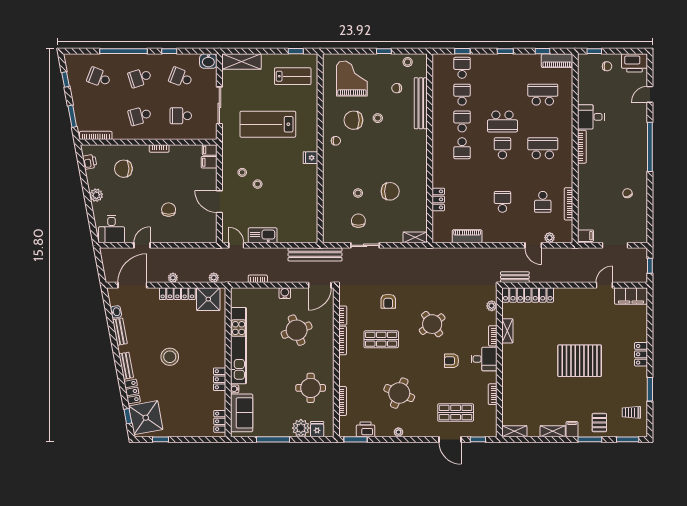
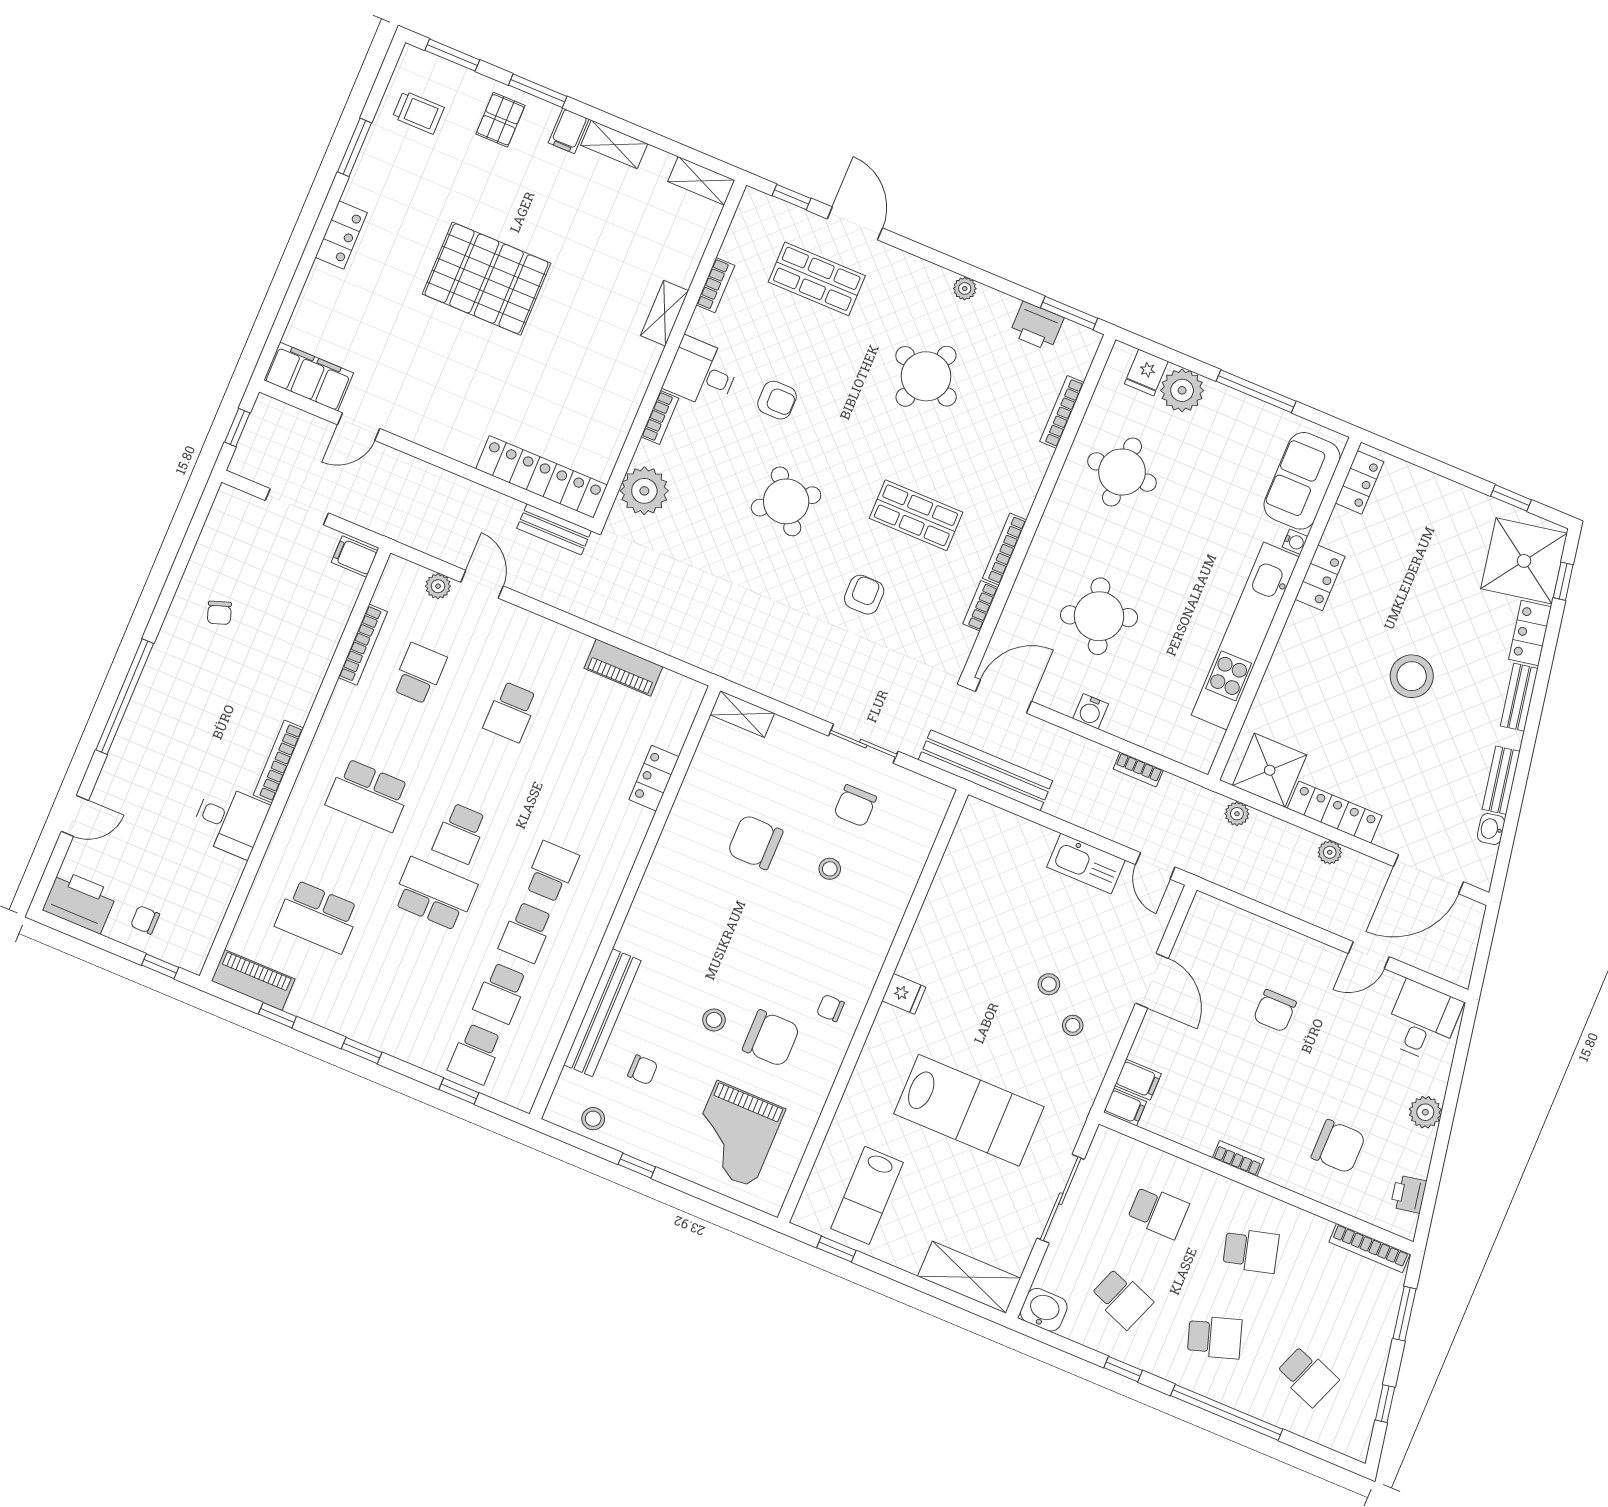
lab bench: (293, 76) -> (867, 1195), turned -90
plant: (492, 306) -> (644, 491), width x1.87, depth x1.87
shelving: (507, 331) -> (665, 313), moved

